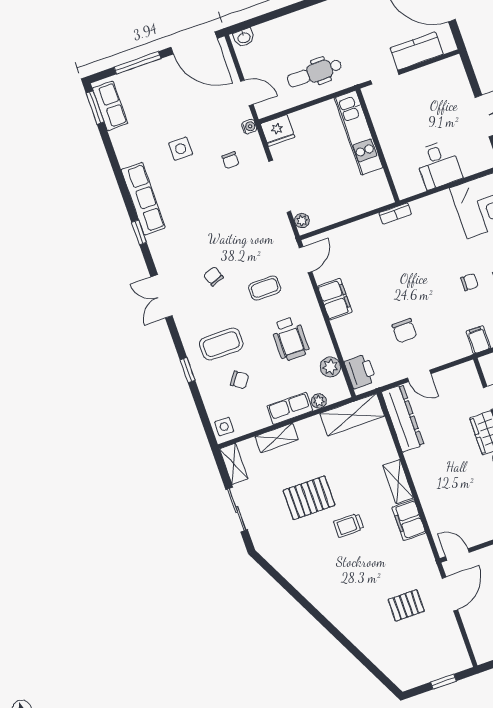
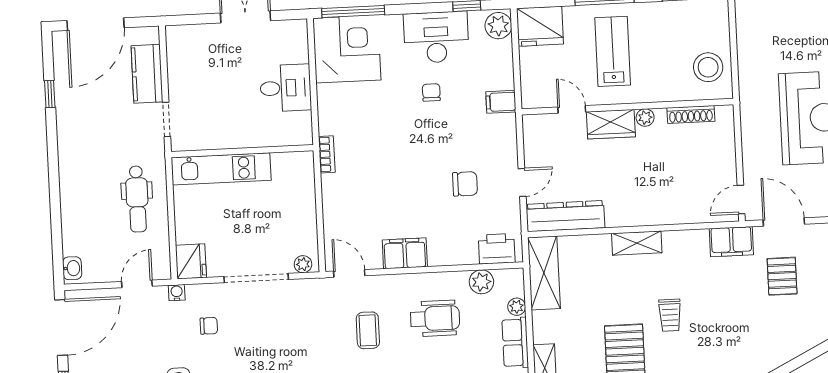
filing cabinet: (409, 520) -> (731, 242), moved

